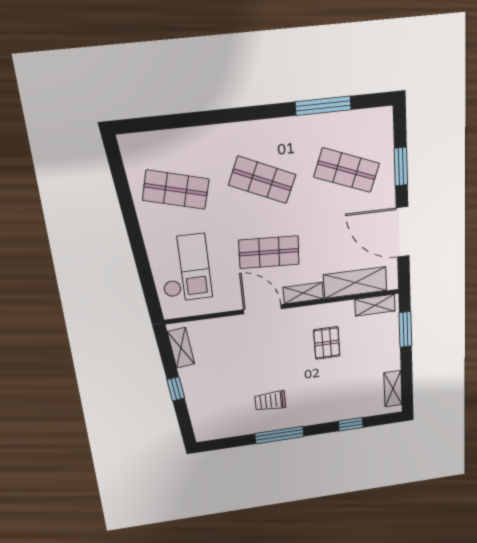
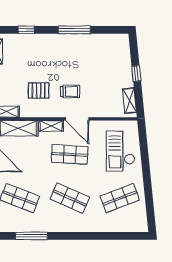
shop shelf: (176, 190) -> (120, 198), turned -36
pallet: (327, 343) -> (39, 91), turned 90
trolley: (270, 401) -> (70, 91), moved

